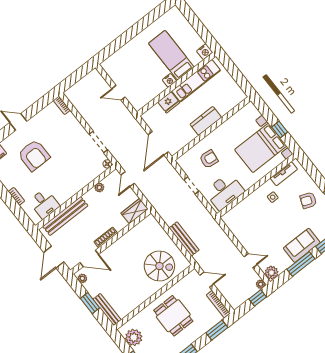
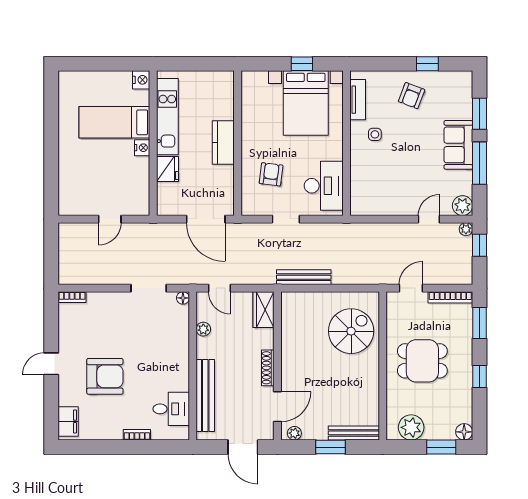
bench: (184, 239) -> (304, 277), moved

